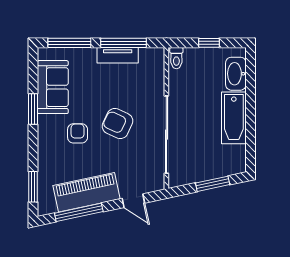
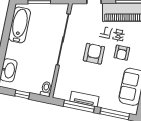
bathtub: (234, 118) -> (20, 25), moved
armchair: (118, 124) -> (94, 54), turned -115

